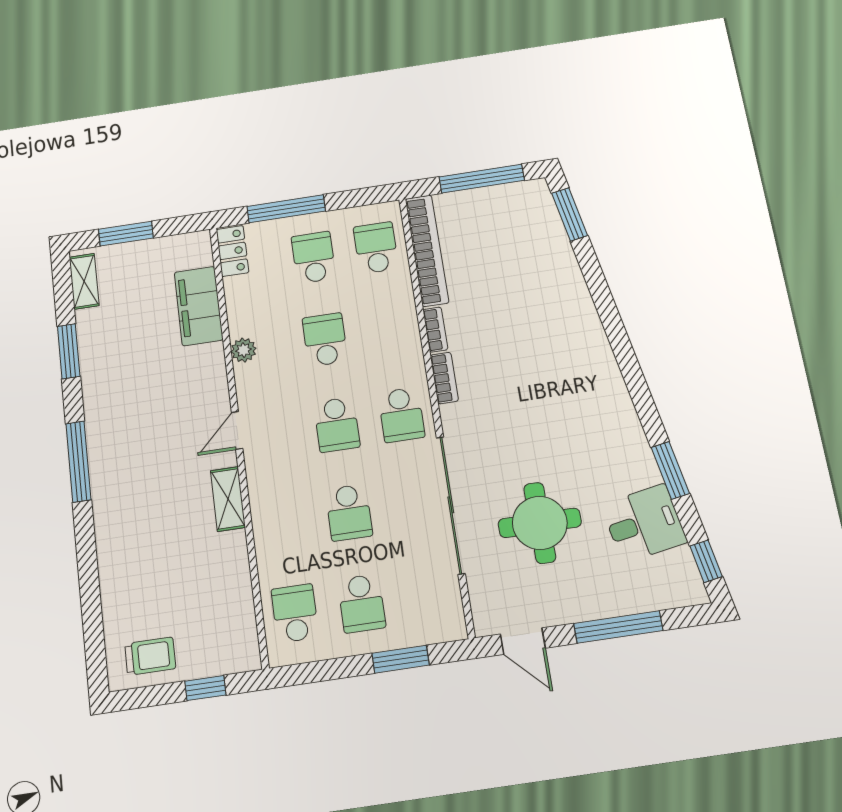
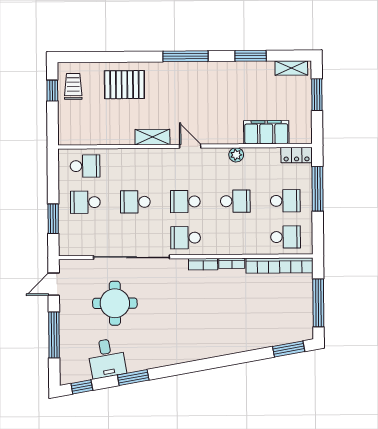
pallet: (139, 562) -> (124, 85), added
trolley: (150, 656) -> (73, 86), turned 180
window: (205, 688) -> (52, 91), moved

